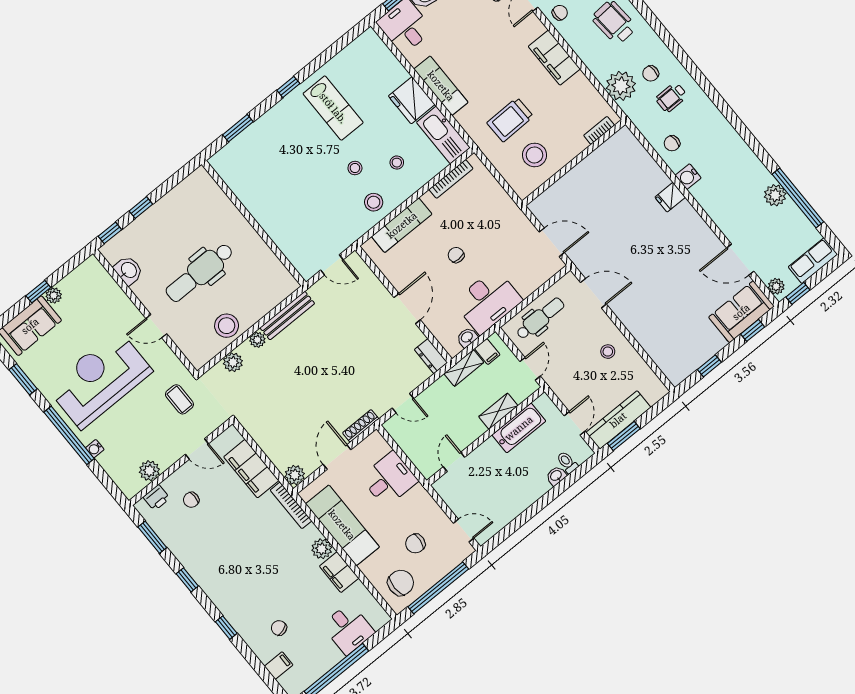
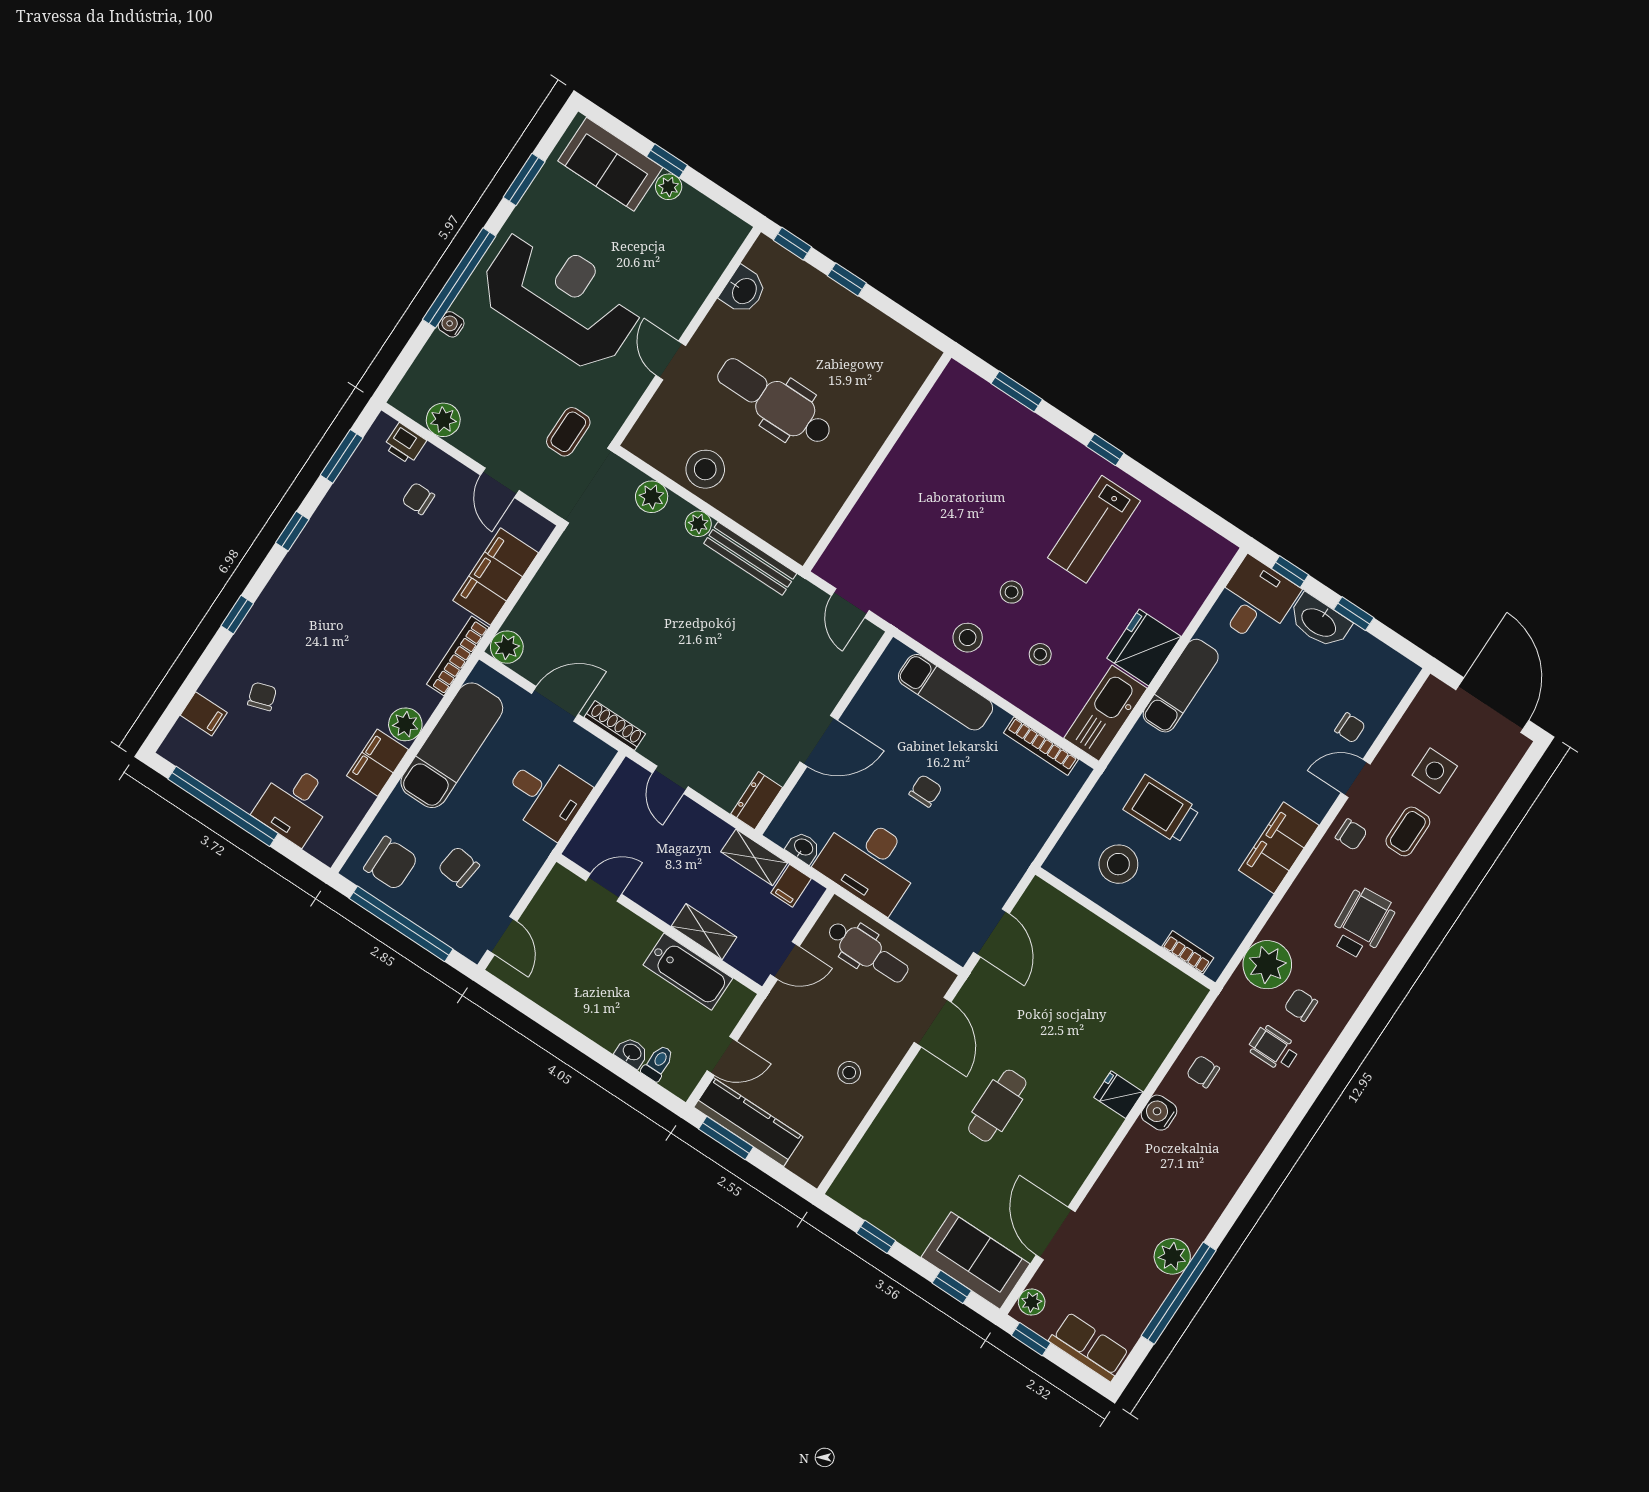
cafe table: (654, 270) -> (997, 1106), added

